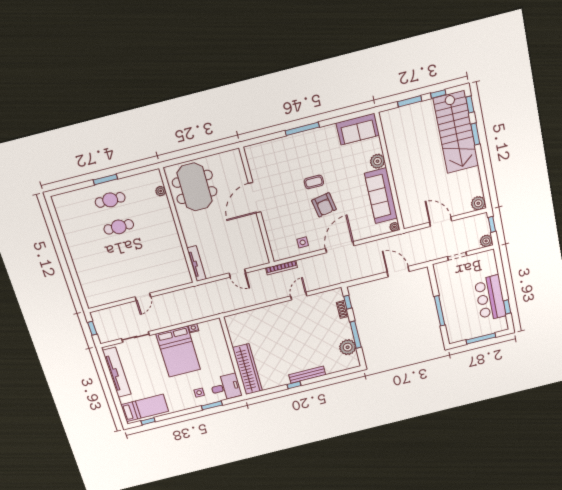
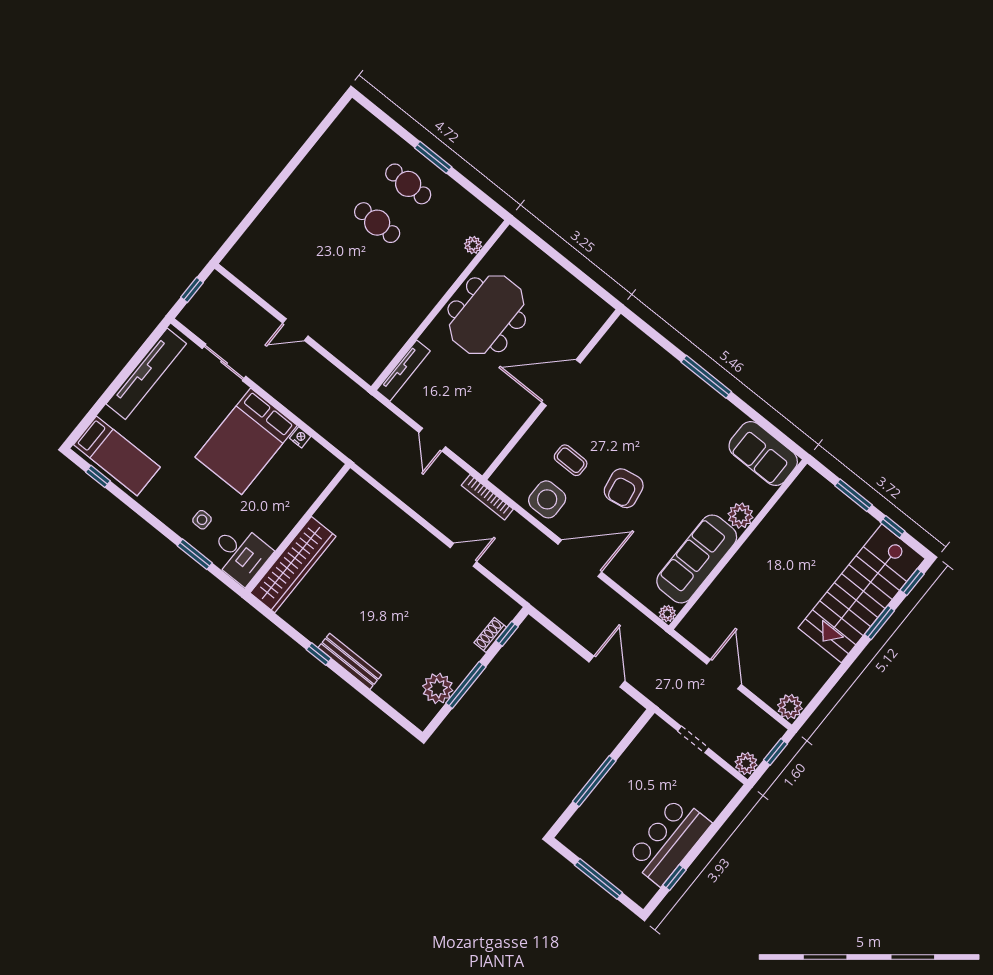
coffee table: (314, 182) -> (571, 460), moved
meeting table: (195, 187) -> (487, 315), moved
side table: (303, 242) -> (547, 499), width x1.87, depth x1.87

